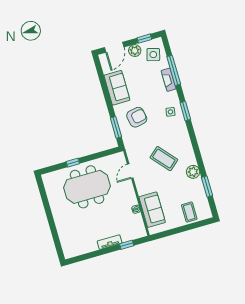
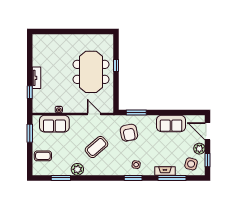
armchair: (137, 117) -> (129, 133), moved
window: (170, 232) -> (30, 133), added

